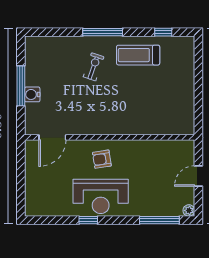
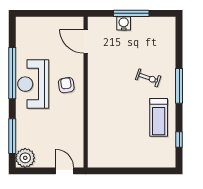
treadmill: (138, 55) -> (159, 117), turned 180
door: (198, 176) -> (65, 171), moved
plant: (189, 210) -> (25, 158), width x1.88, depth x1.88
window: (88, 220) -> (12, 73), width x3.17

